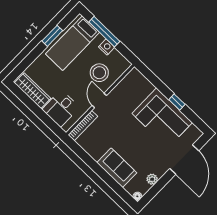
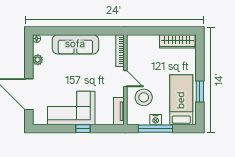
window: (104, 32) -> (155, 129), moved
tv unit: (128, 81) -> (119, 111), added
window: (177, 102) -> (83, 129), moved
desk: (61, 108) -> (146, 48), removed
sofa: (117, 168) -> (75, 44), width x1.36

